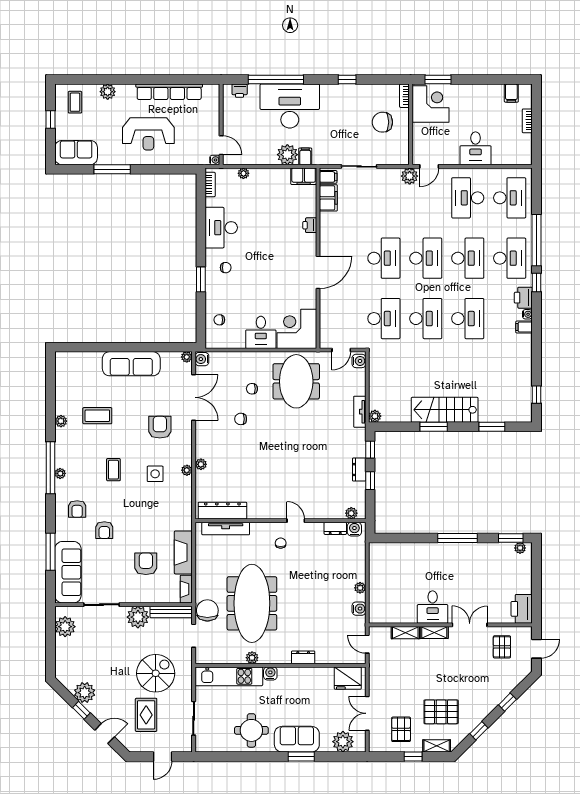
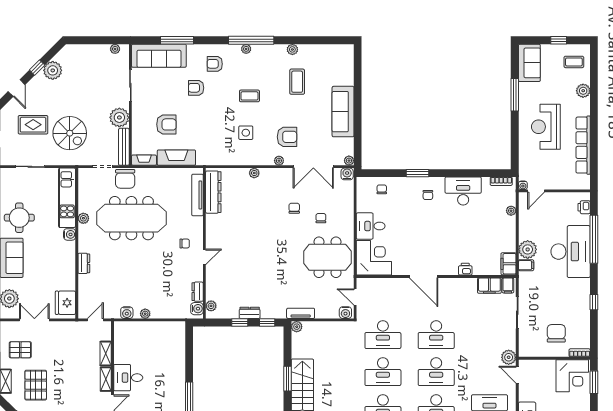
plant: (187, 470) -> (279, 161), moved
chair: (207, 610) -> (125, 179), turned 90
plant: (65, 627) -> (115, 49), width x0.53, depth x0.53

